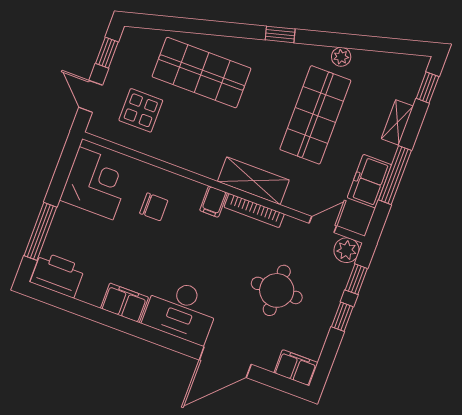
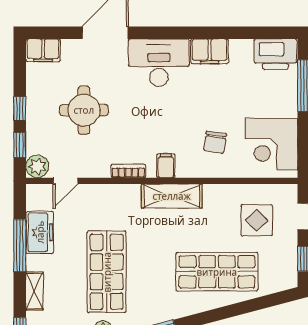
shelving: (253, 181) -> (172, 196), moved
chair: (154, 207) -> (215, 142), turned -82
bookcase: (254, 211) -> (128, 171), width x0.64

